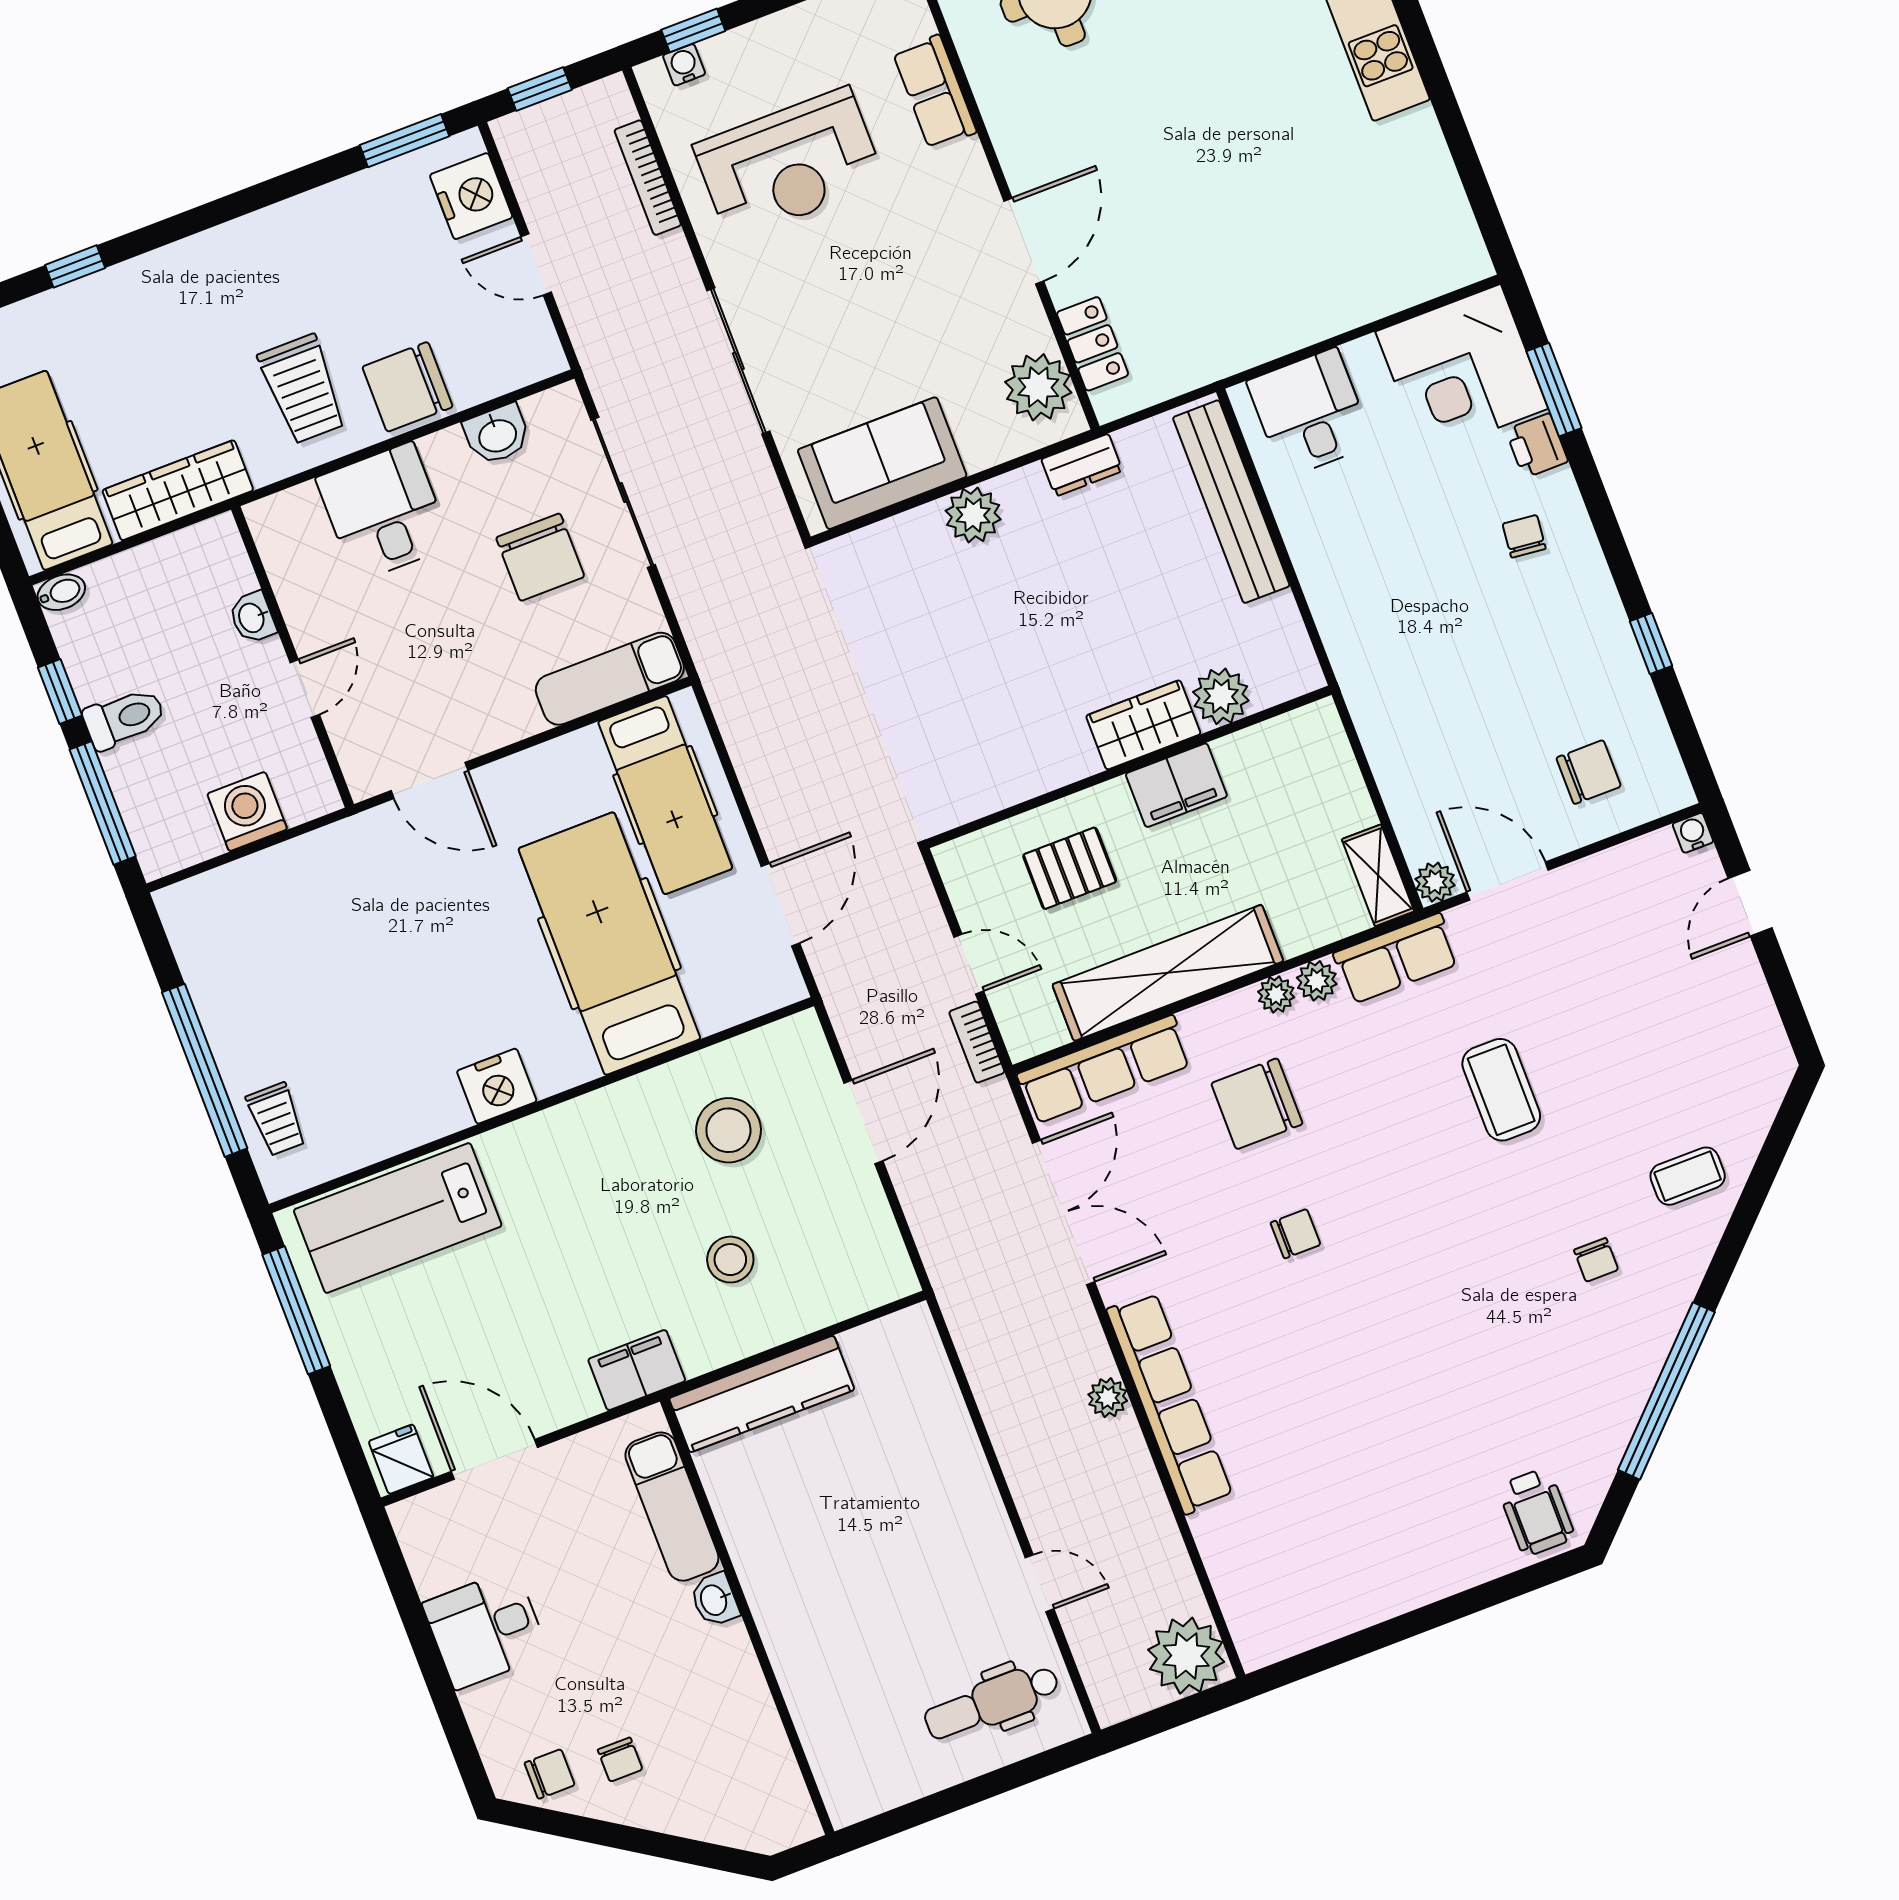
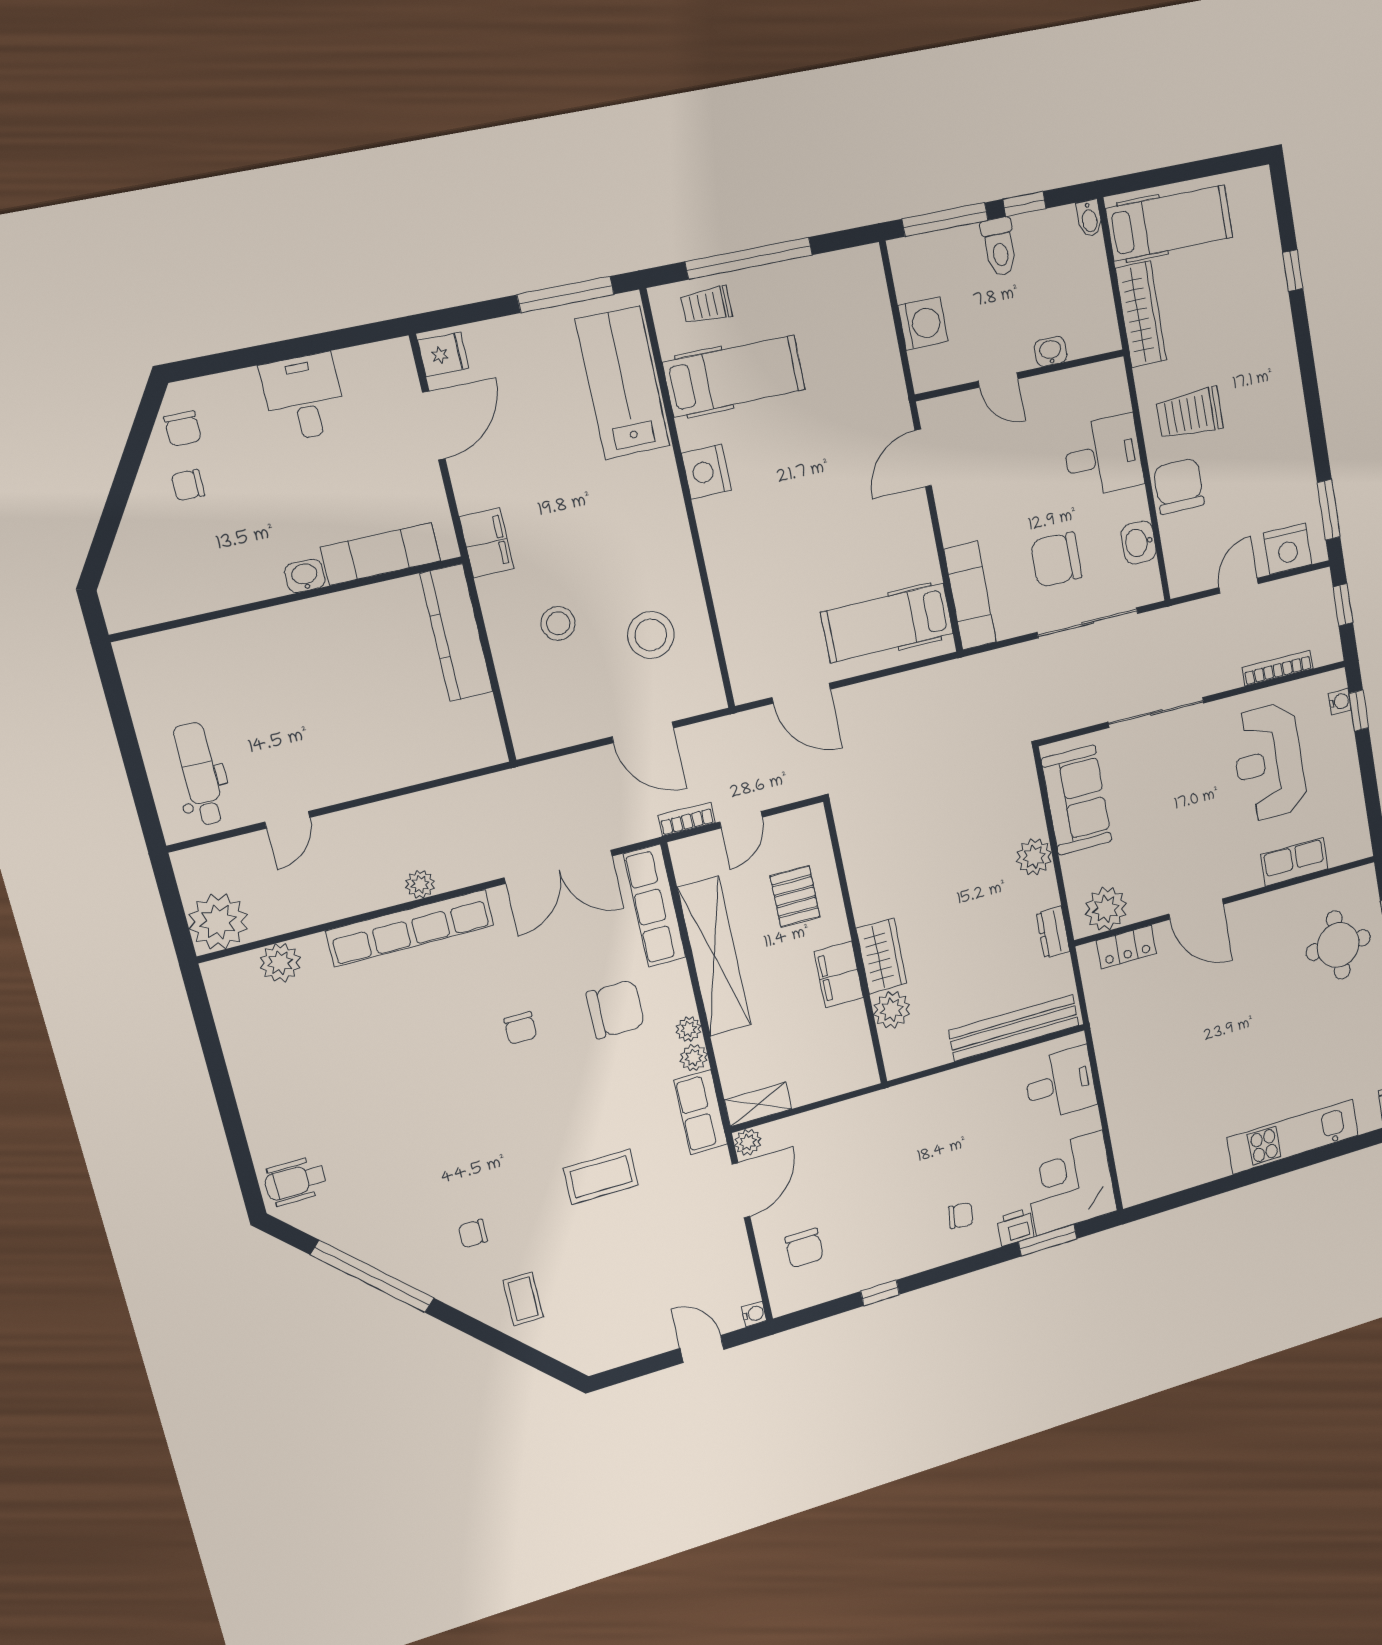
hospital bed: (609, 944) -> (734, 376), moved, width x0.73, depth x0.78
chair: (1257, 1104) -> (616, 1009), turned 90
plant: (1234, 1569) -> (280, 963), added

